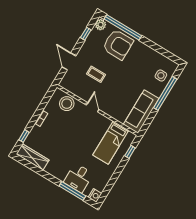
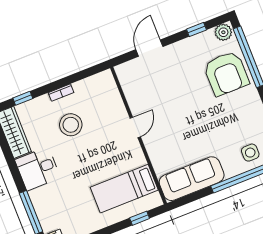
coffee table: (96, 74) -> (171, 90), removed
stool: (67, 104) -> (71, 125), moved
desk: (78, 178) -> (38, 169), moved

